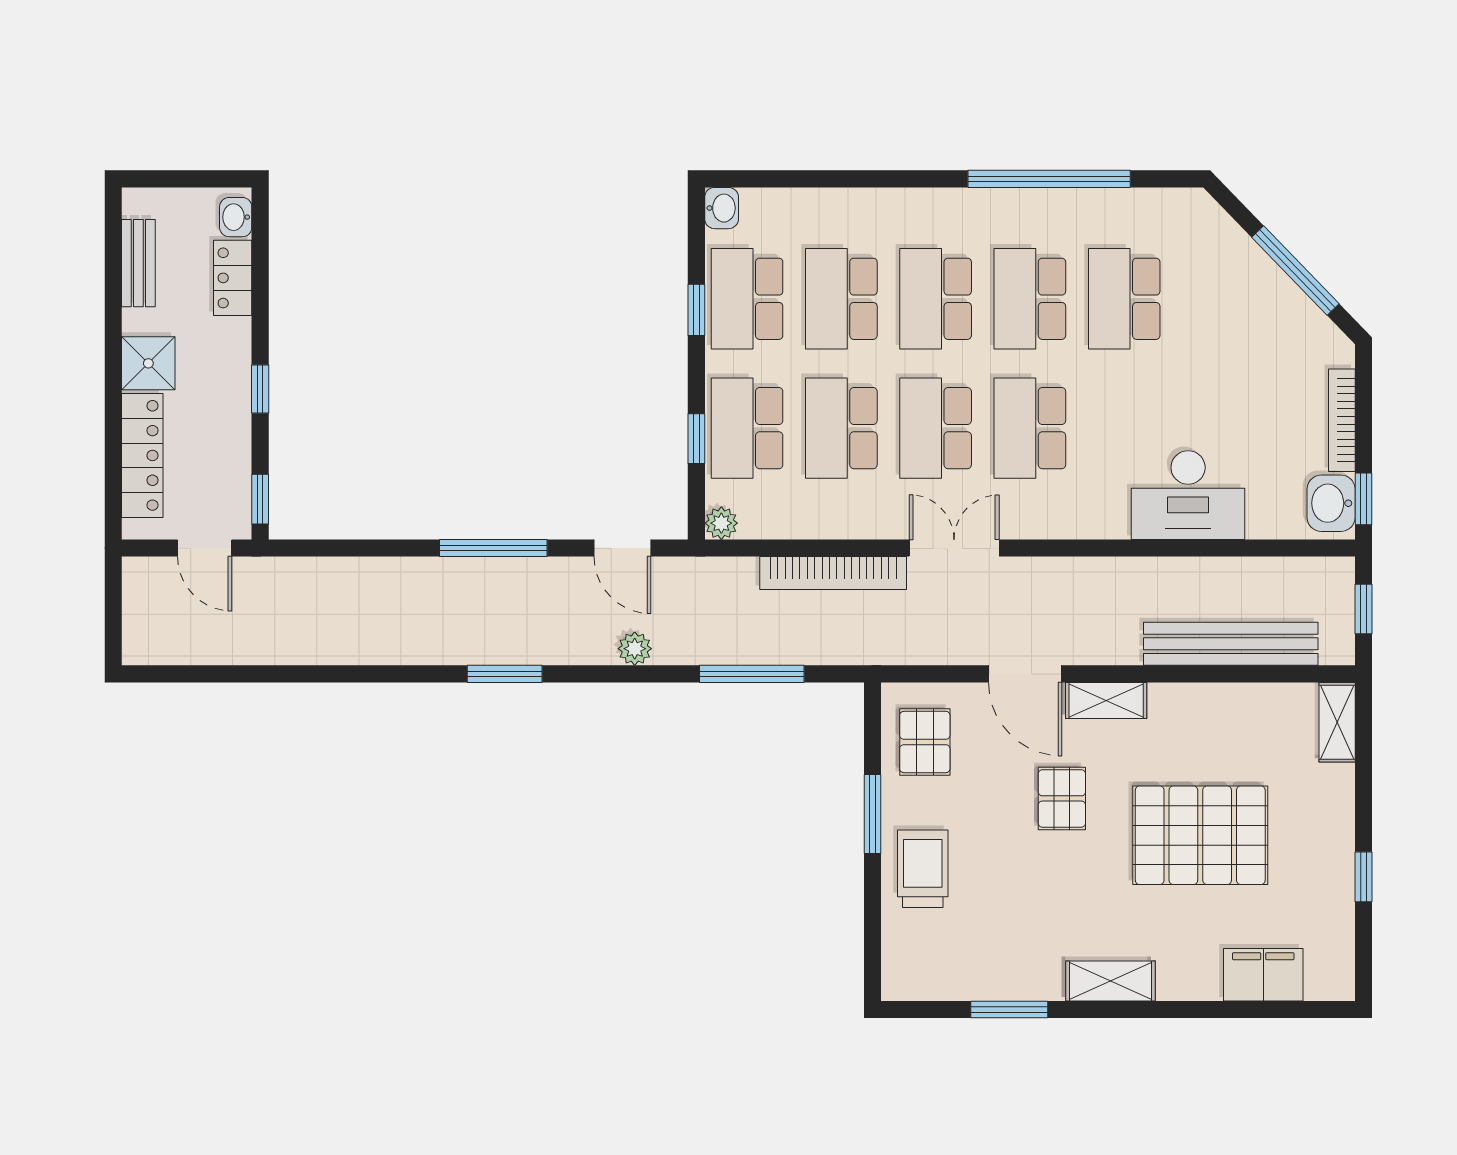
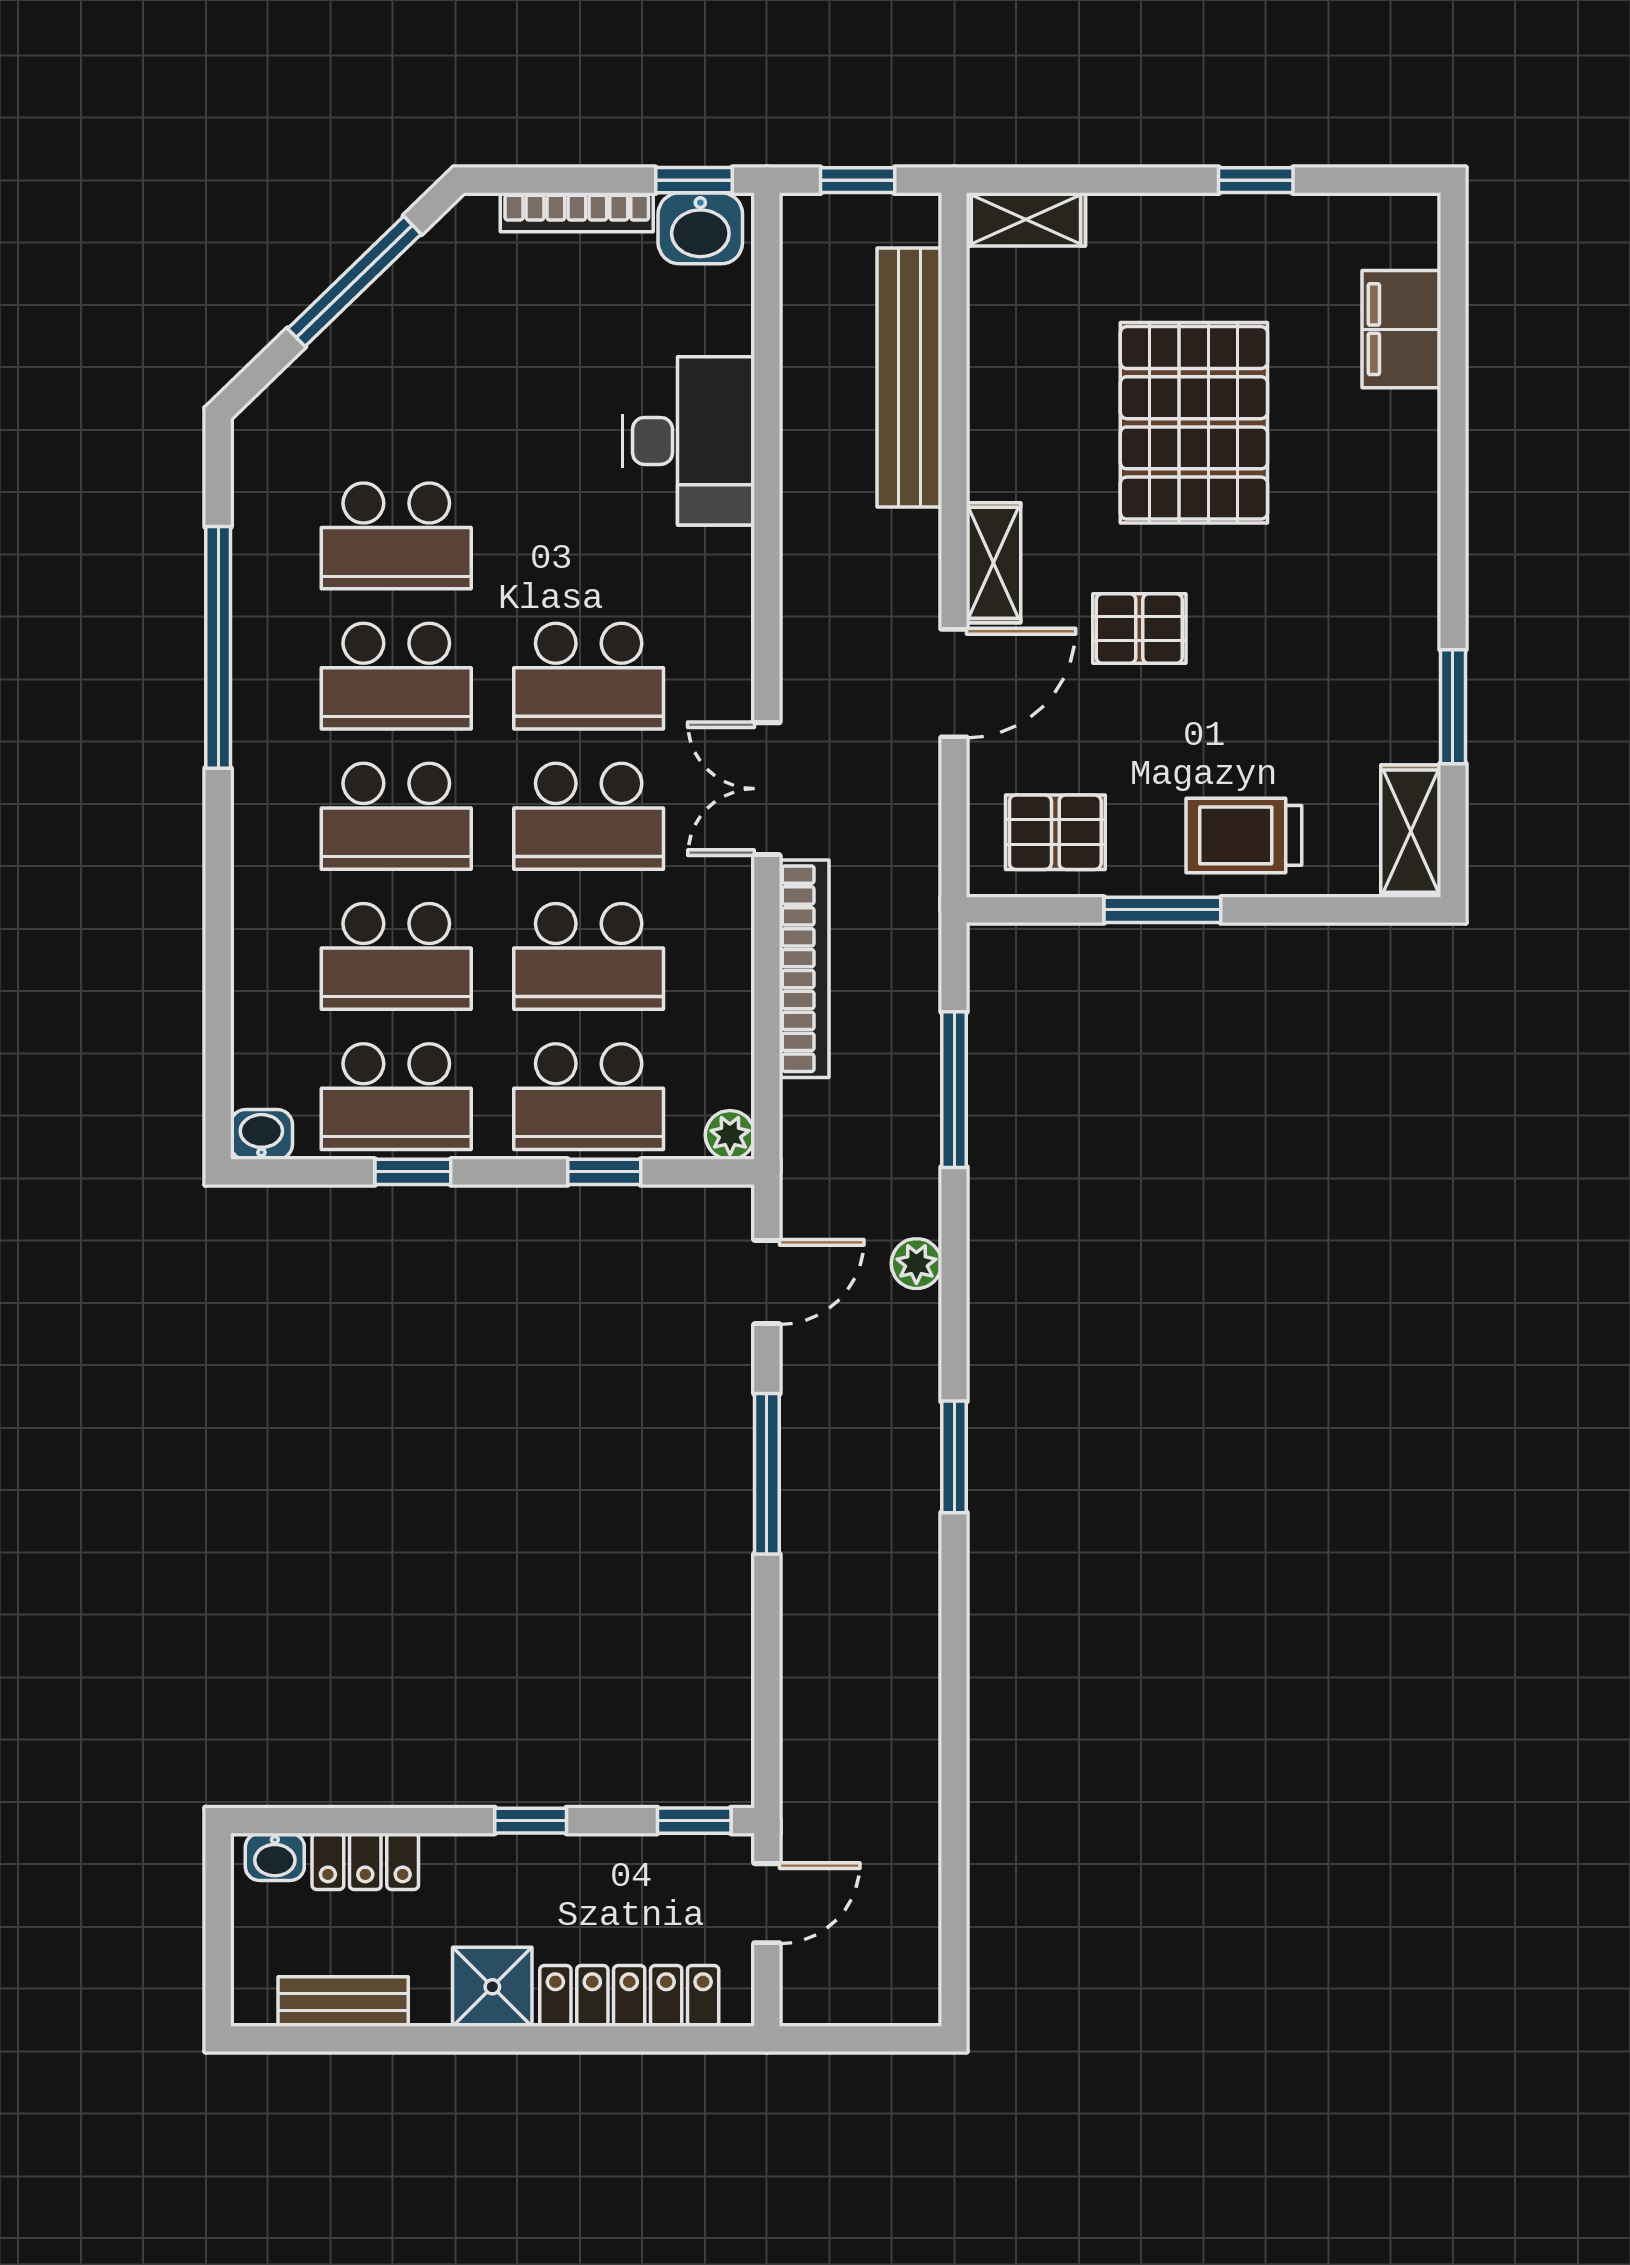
shelving: (1110, 981) -> (1411, 831), moved

